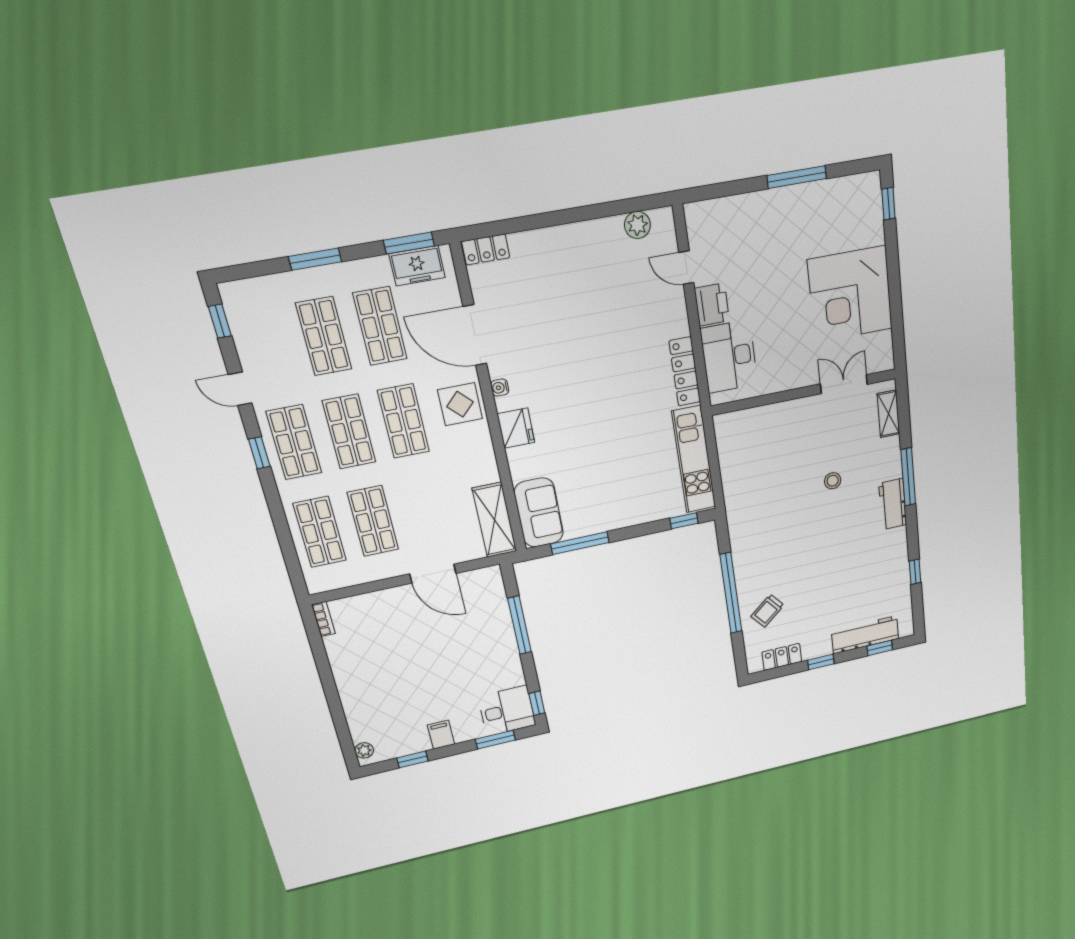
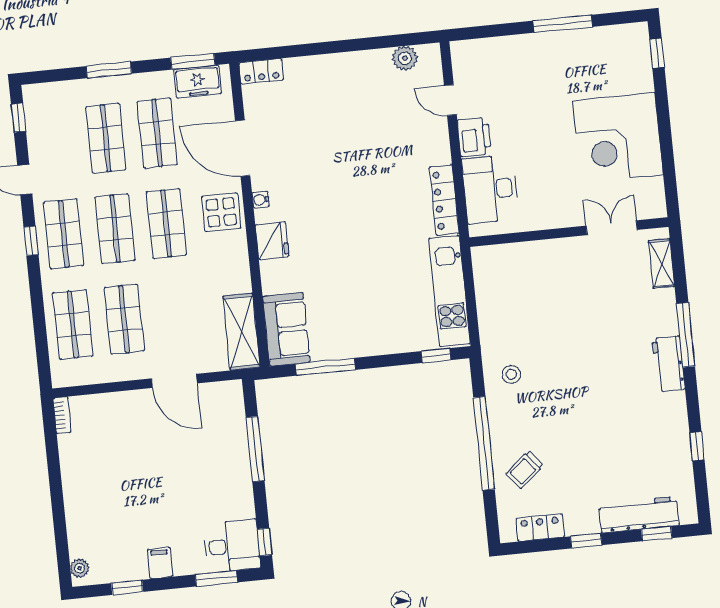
stool: (833, 481) -> (511, 374), moved

